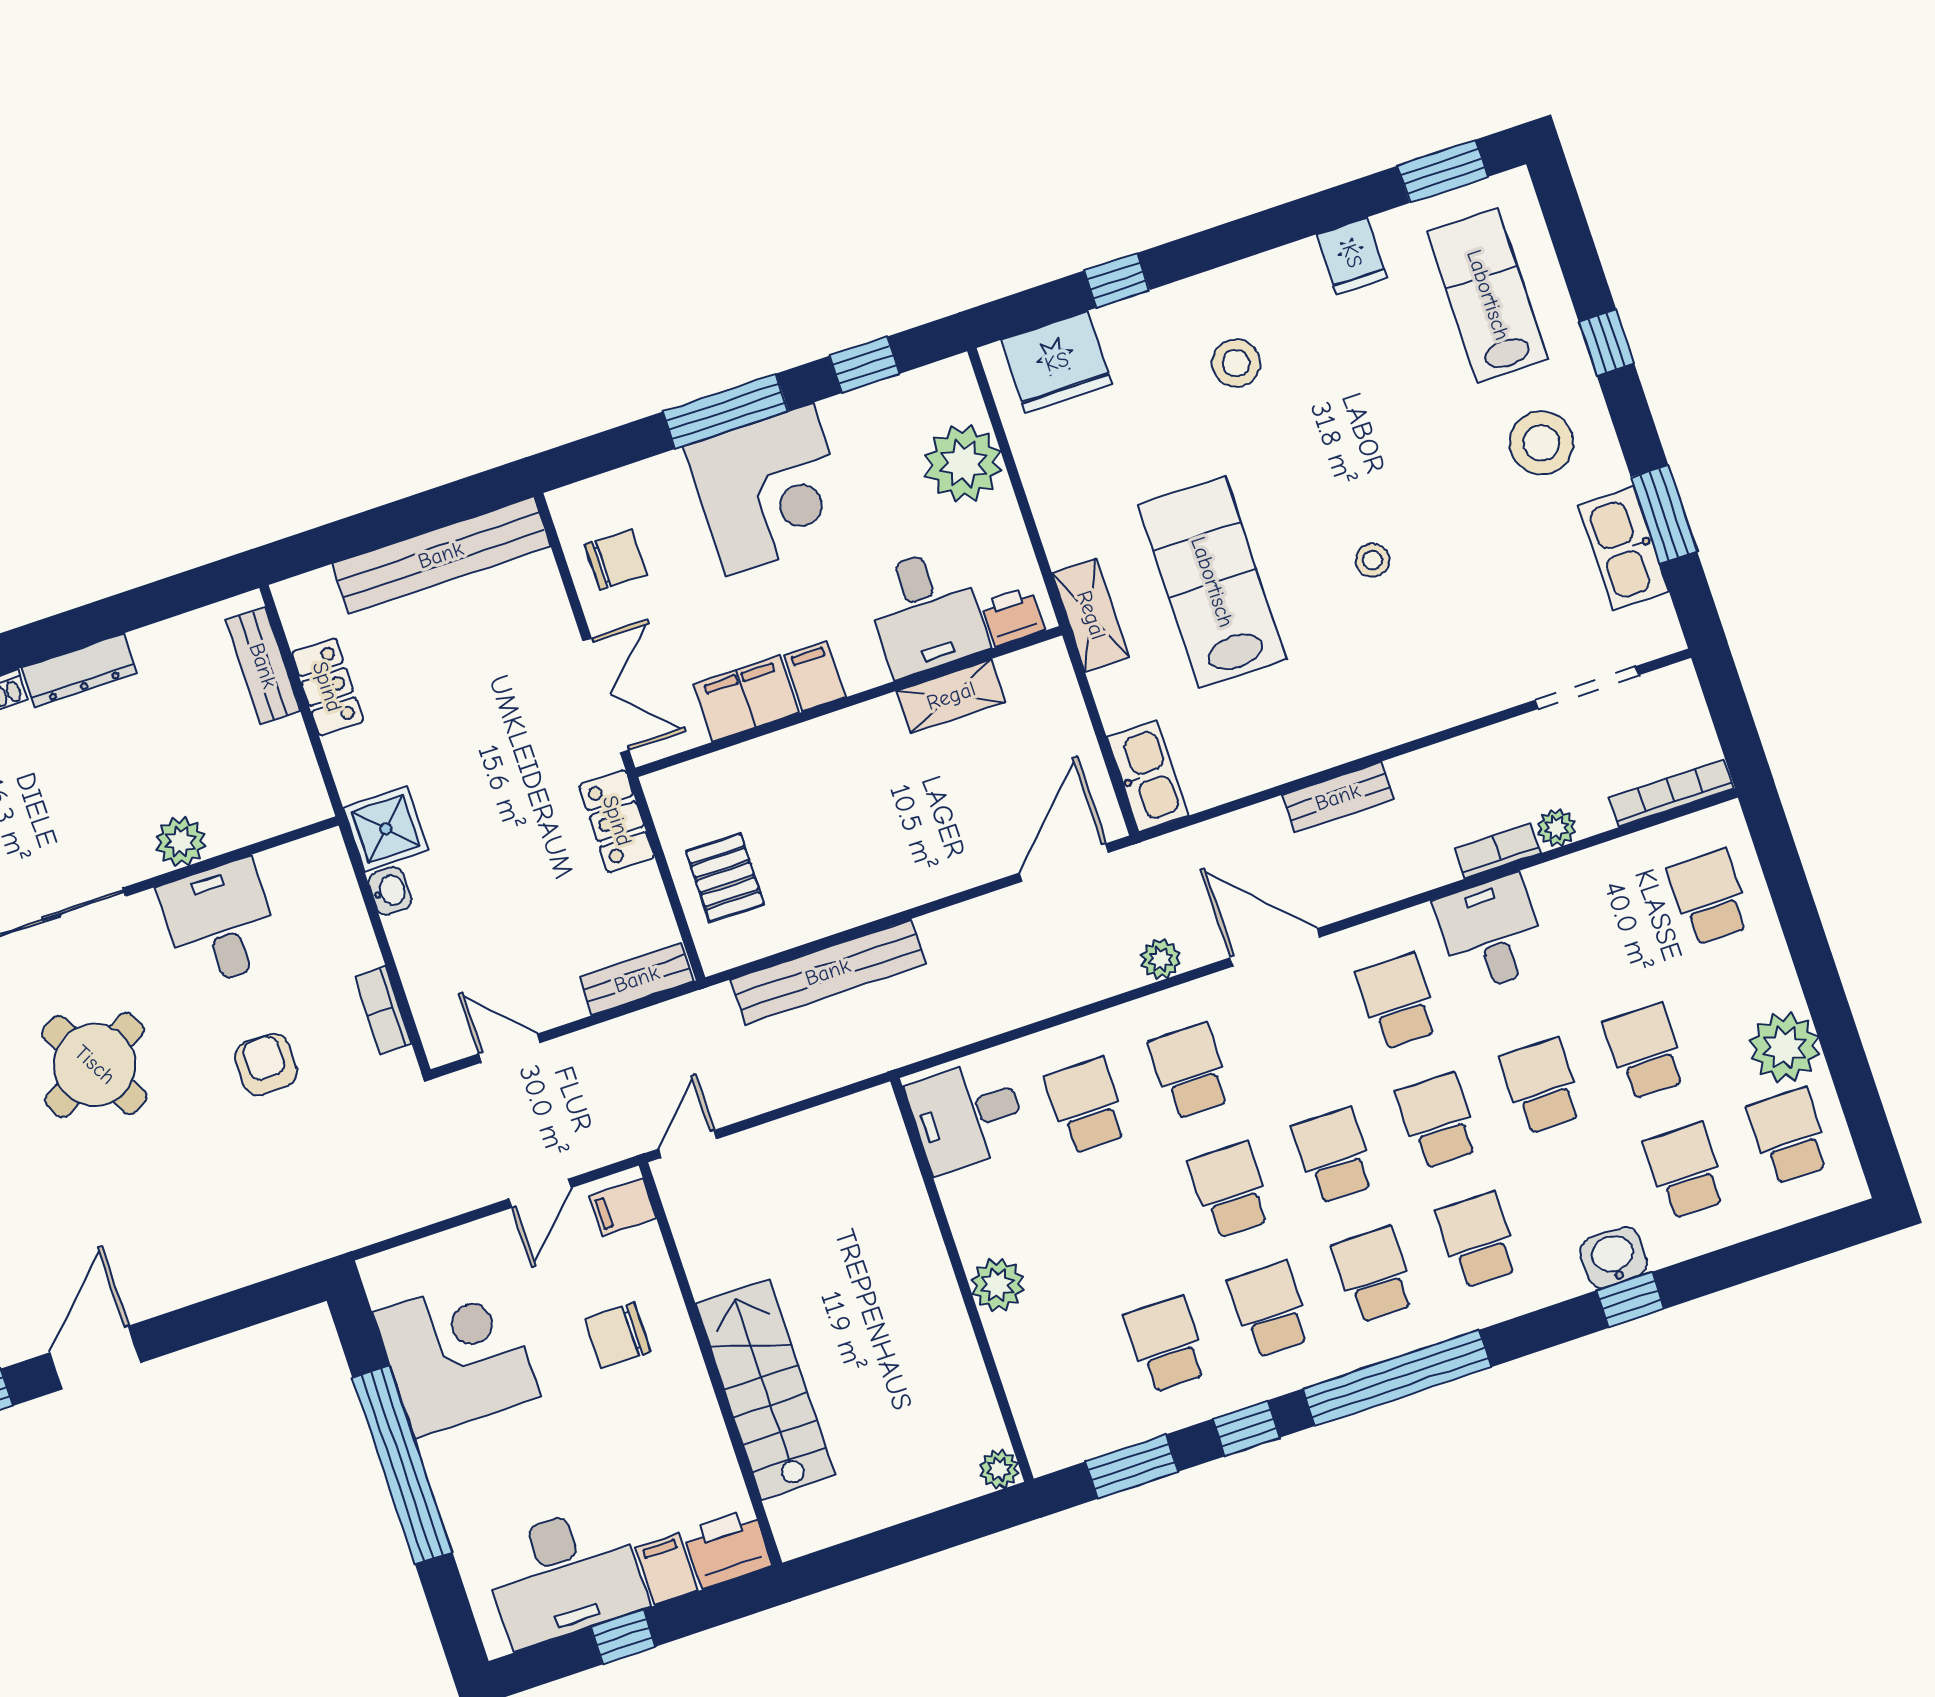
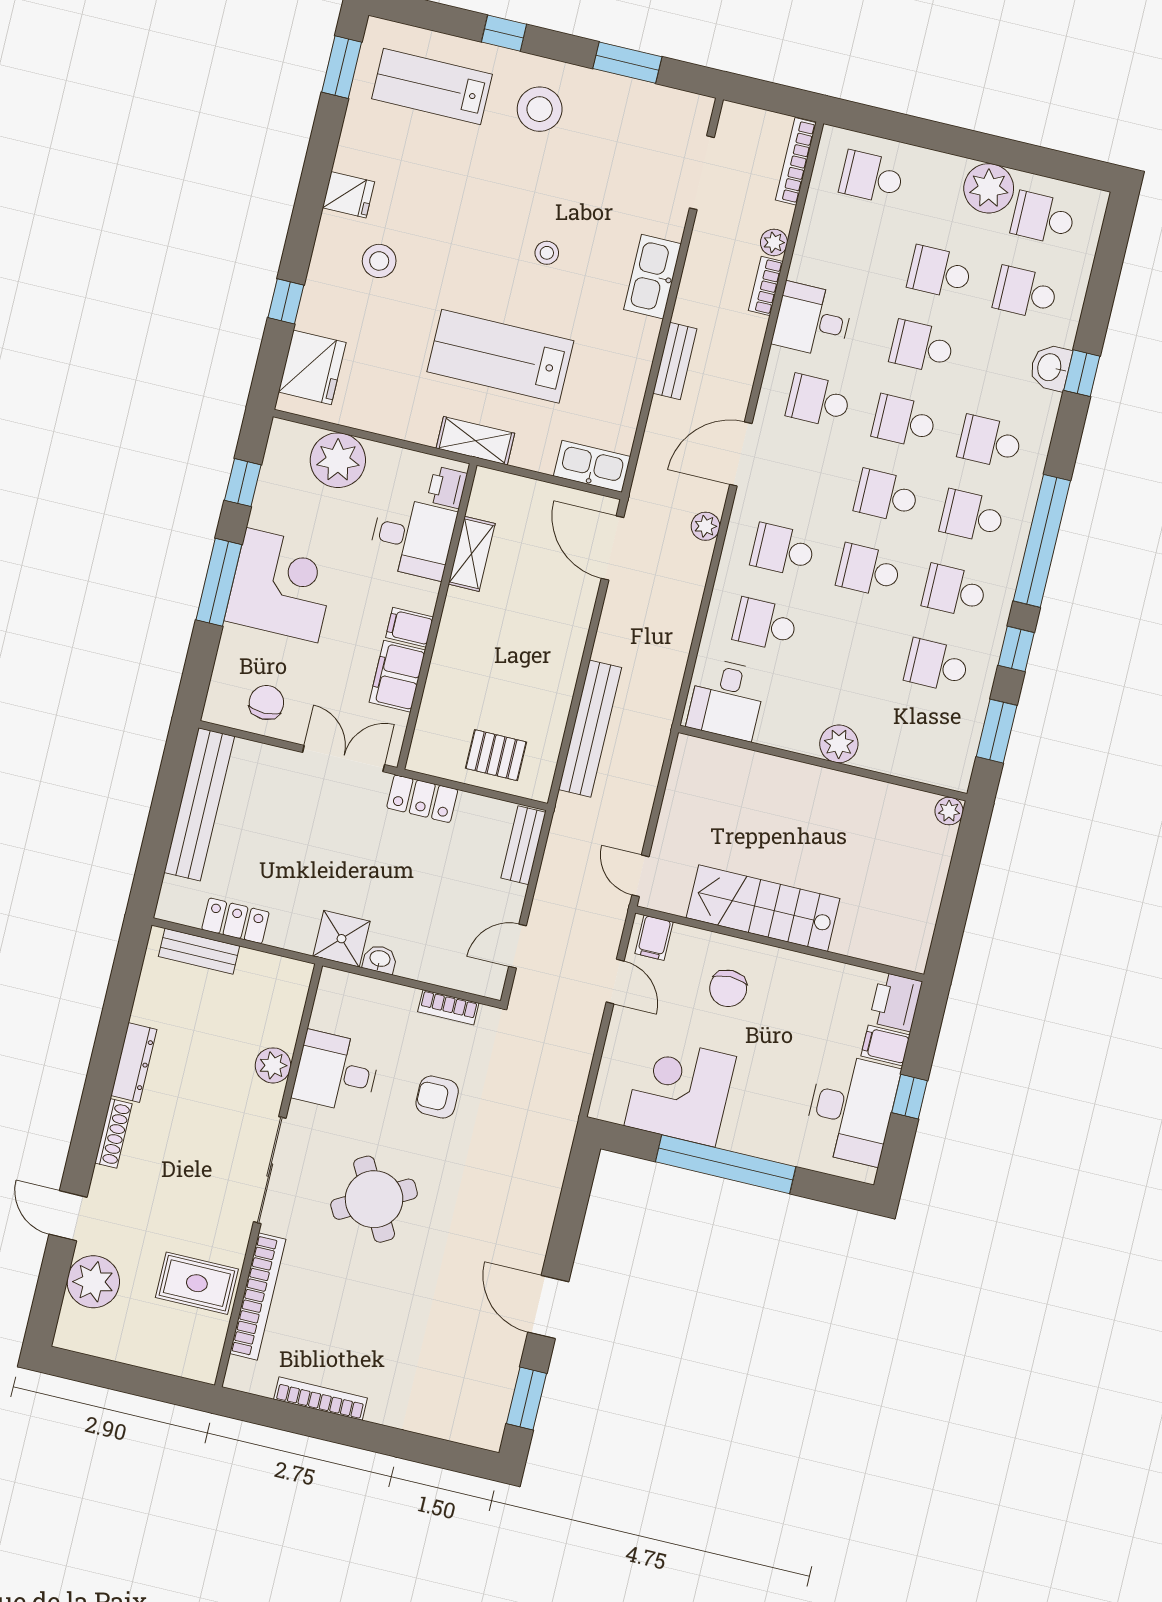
fridge: (1352, 256) -> (348, 195), moved
kitchen sink: (1624, 548) -> (652, 277), moved, turned 90
stairs: (765, 1389) -> (763, 908), moved

